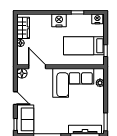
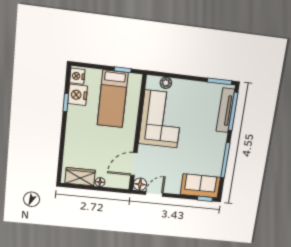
nightstand: (59, 20) -> (78, 95), moved
door: (15, 98) -> (154, 194), moved

